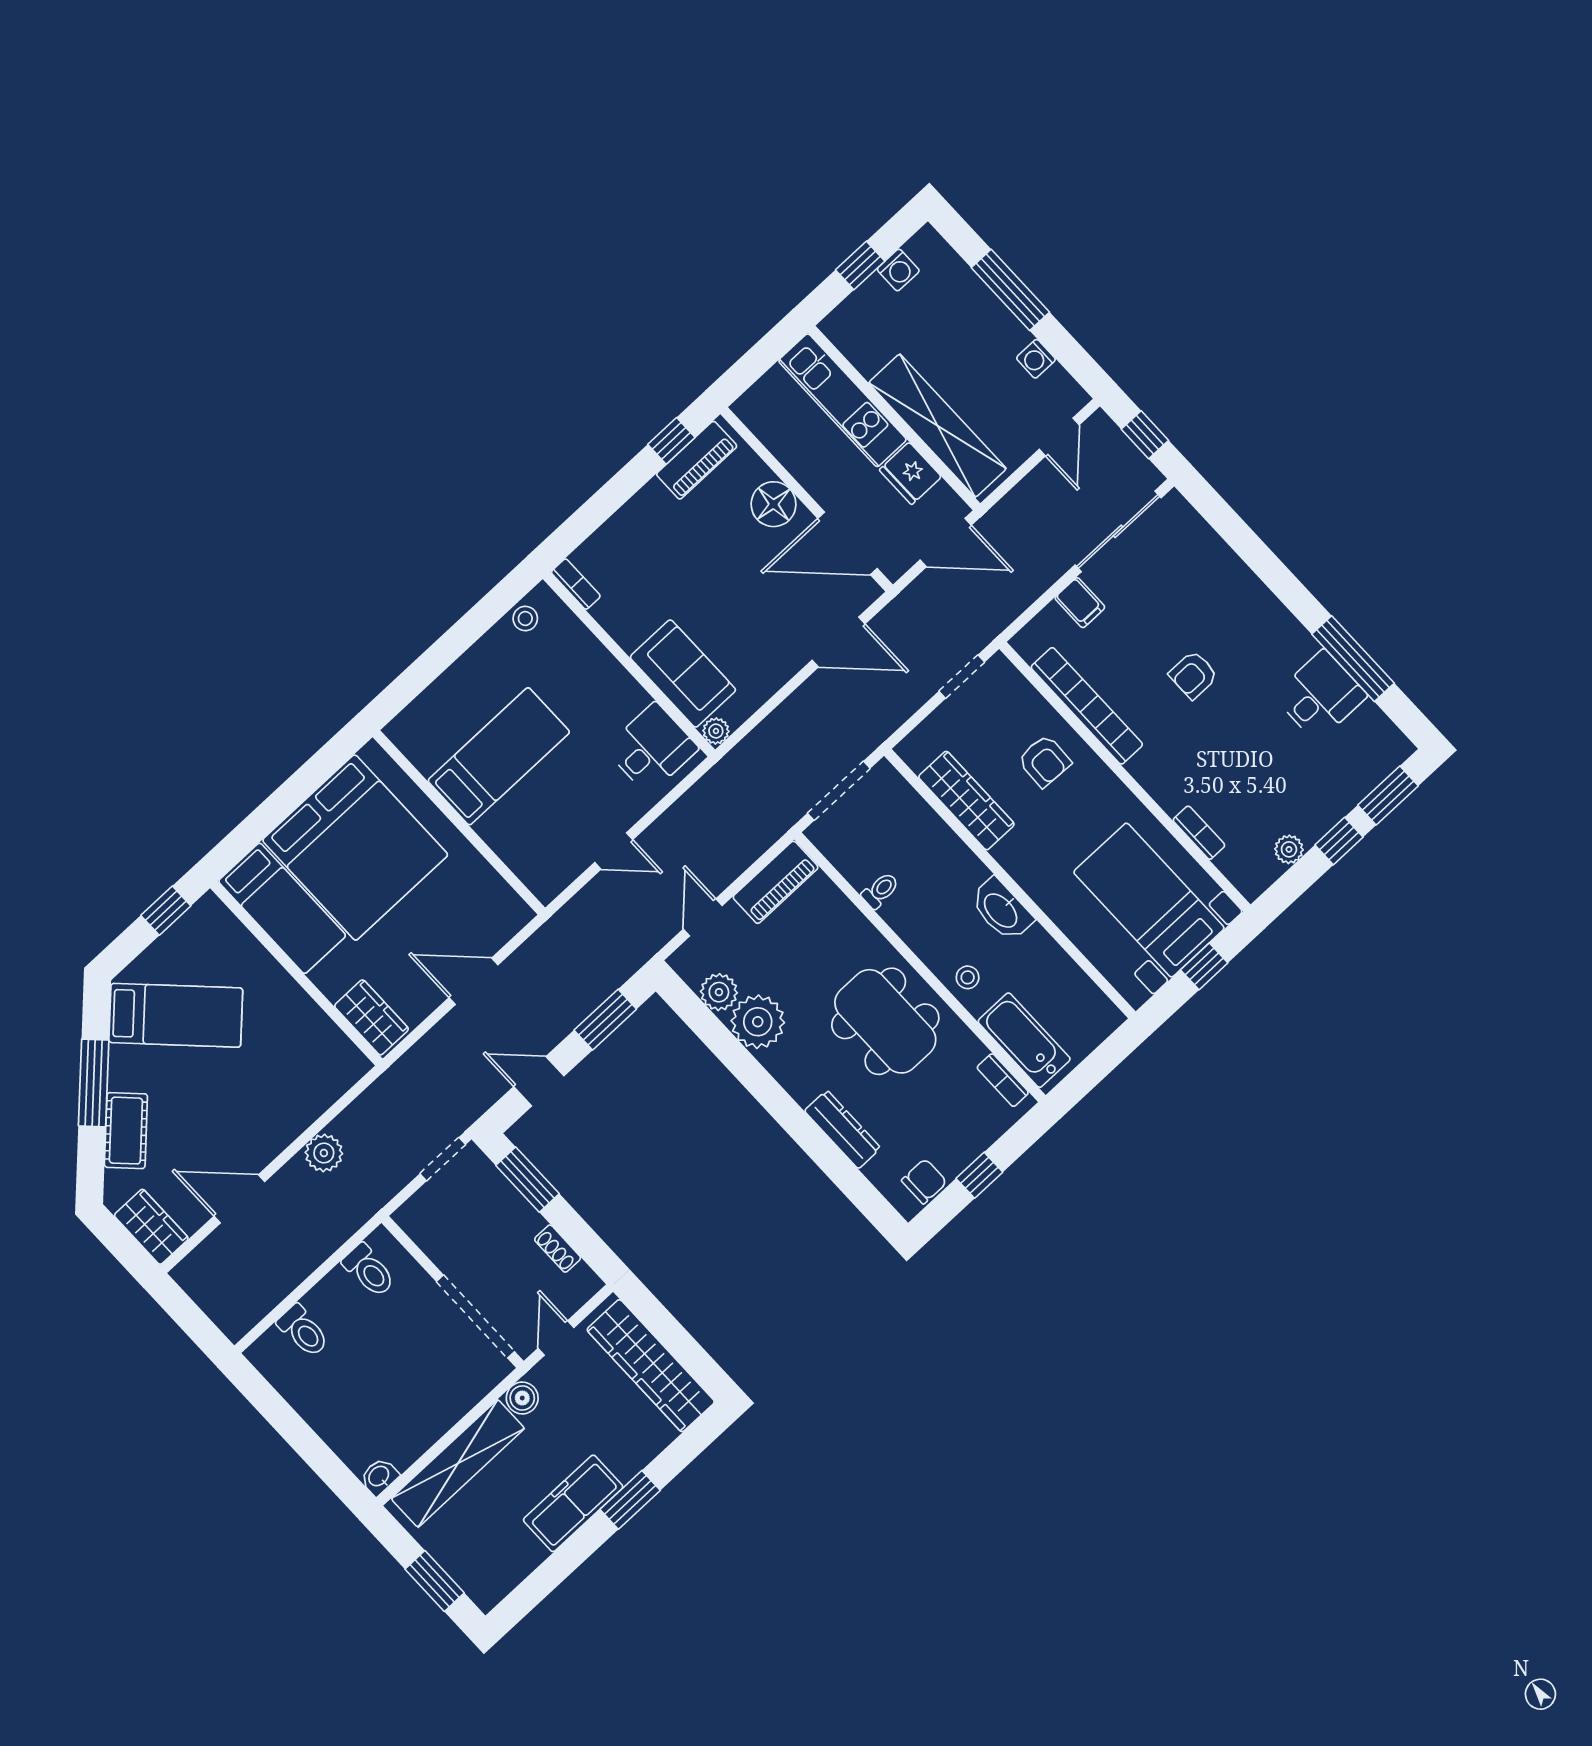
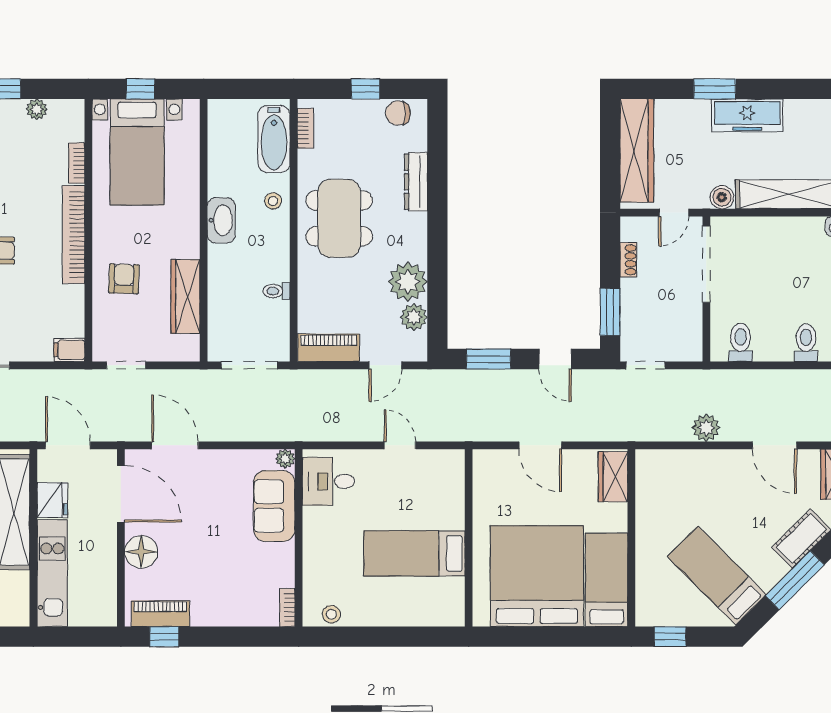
filing cabinet: (1080, 603) -> (69, 350), moved, turned -90
bookcase: (1087, 706) -> (74, 235), moved

